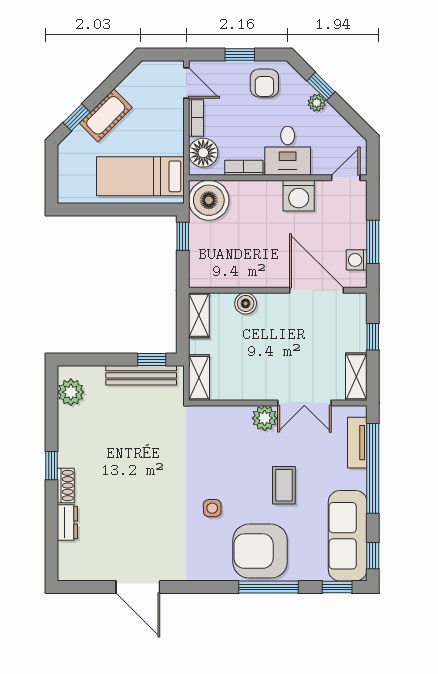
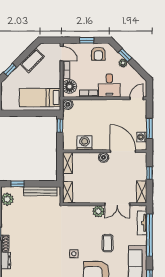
cot: (106, 115) -> (32, 60), moved
washing machine: (299, 196) -> (85, 143), moved, turned 180
boiler: (209, 200) -> (68, 104), width x0.54, depth x0.54
boiler: (246, 303) -> (104, 157), moved
window: (152, 360) -> (18, 184), moved

